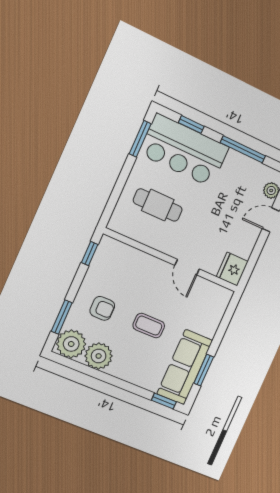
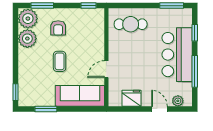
bar counter: (184, 150) -> (177, 55), moved
cafe table: (158, 205) -> (131, 24), moved, turned 90
fridge: (232, 269) -> (131, 98), moved
sofa: (185, 367) -> (80, 96), moved

